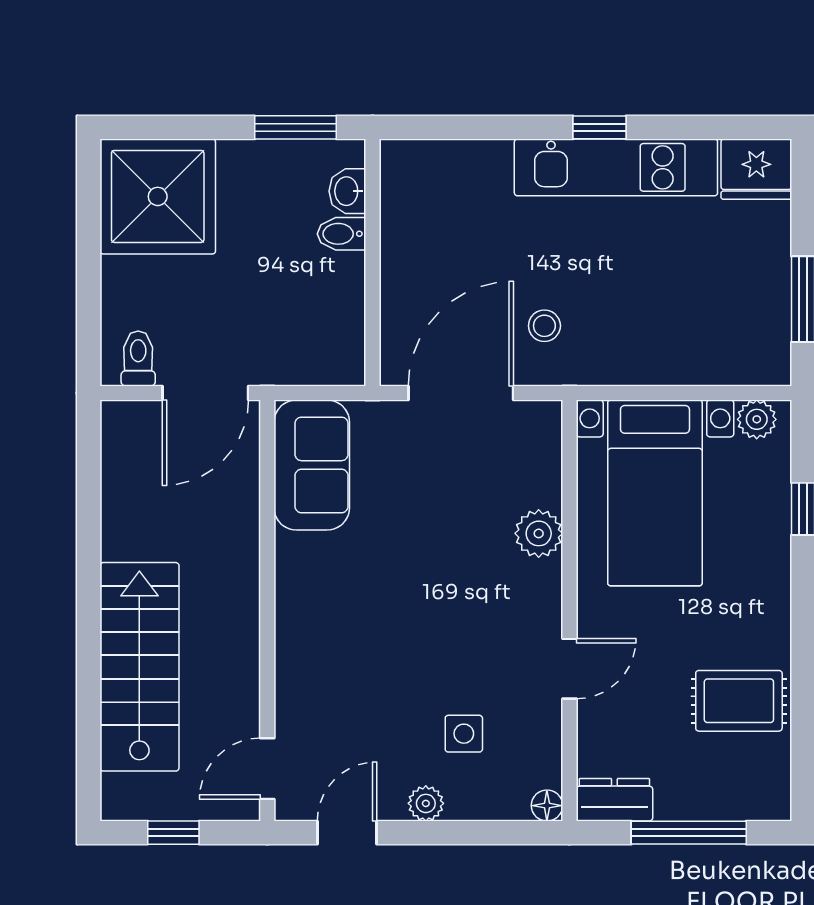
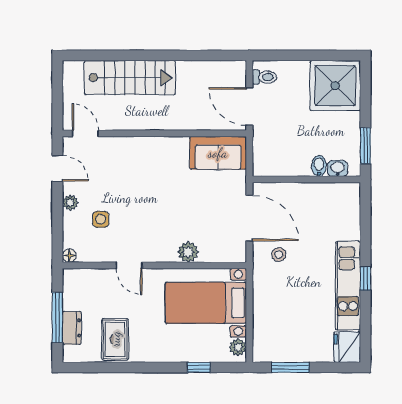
dresser: (614, 800) -> (72, 328), moved
window: (173, 833) -> (57, 92), removed

